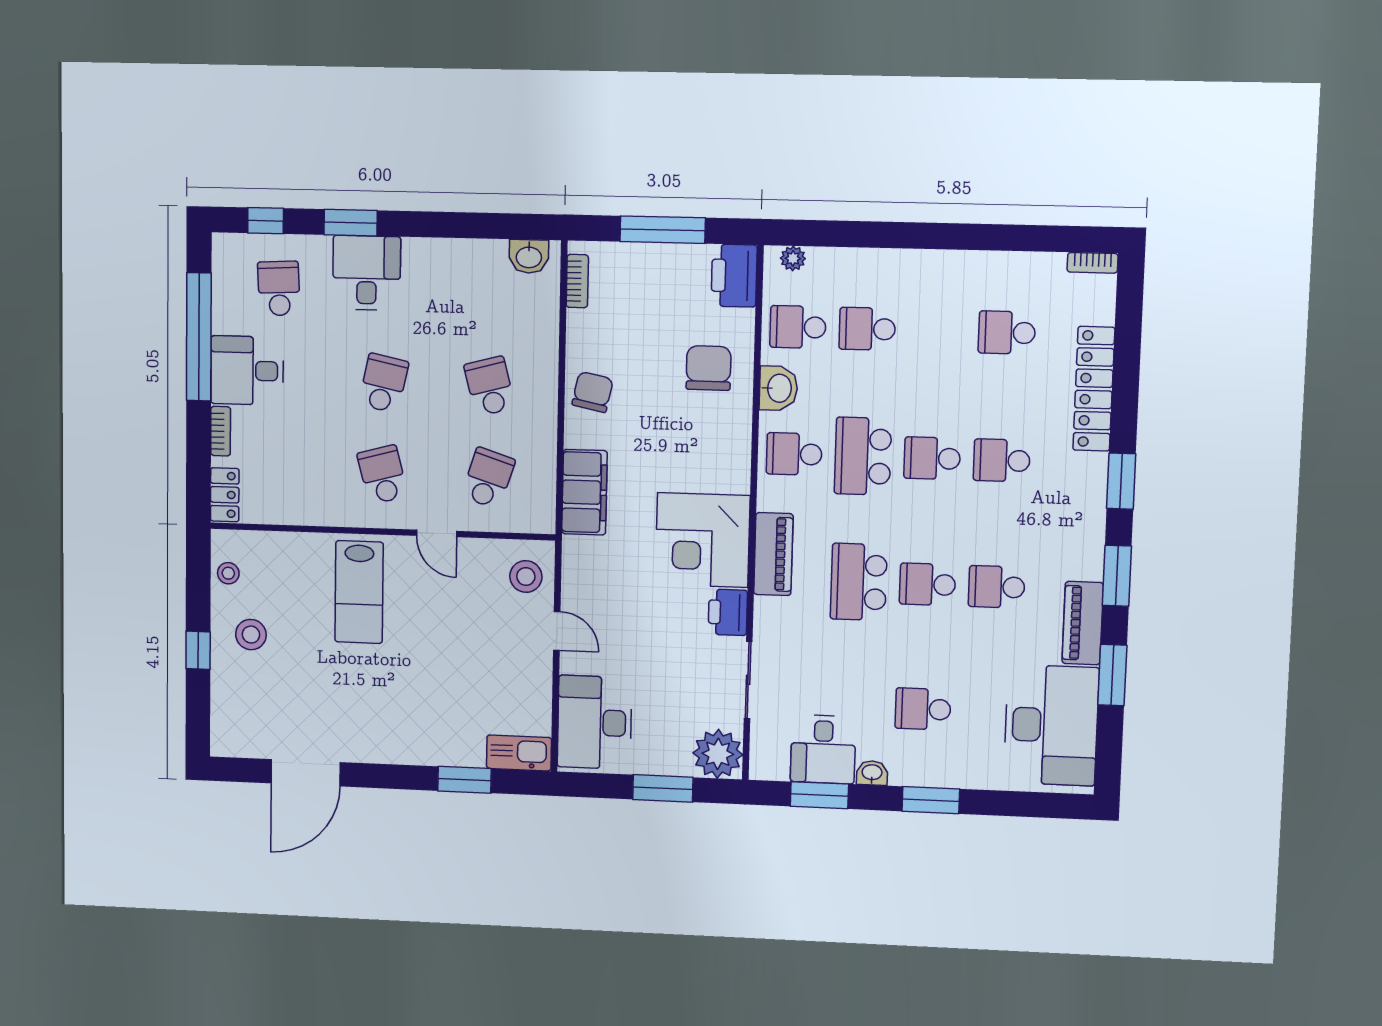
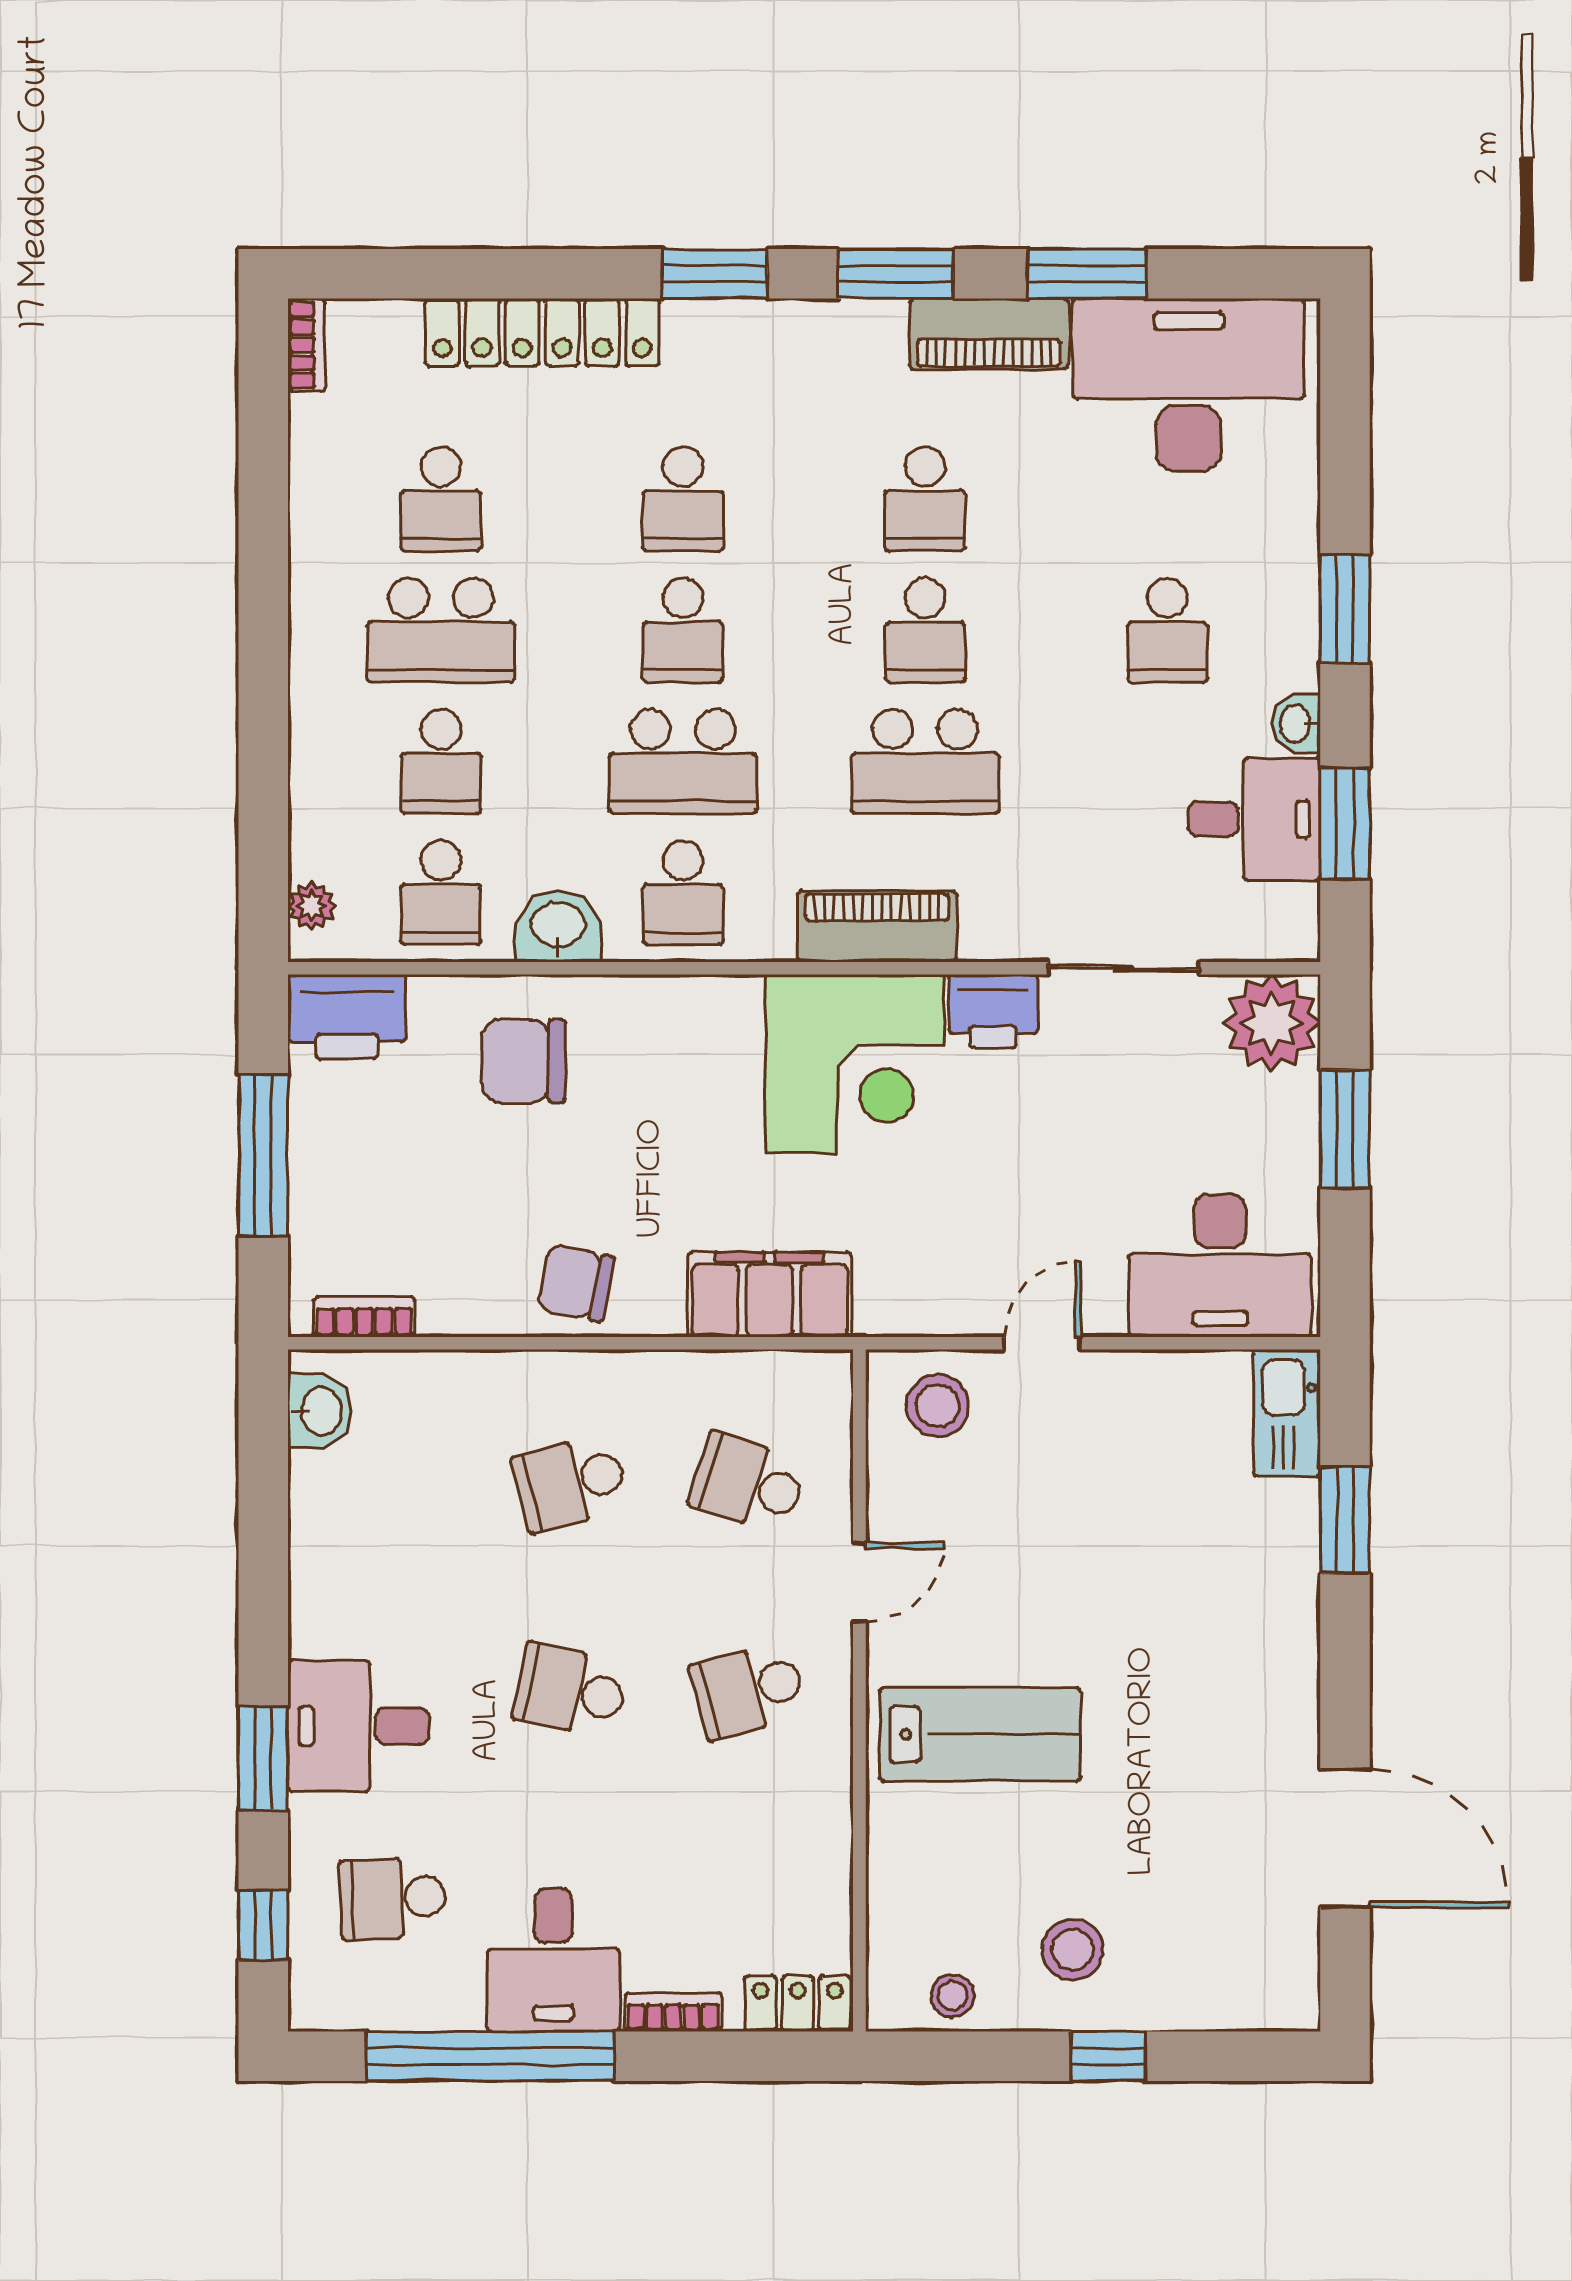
school desk: (937, 331) -> (441, 630), added

